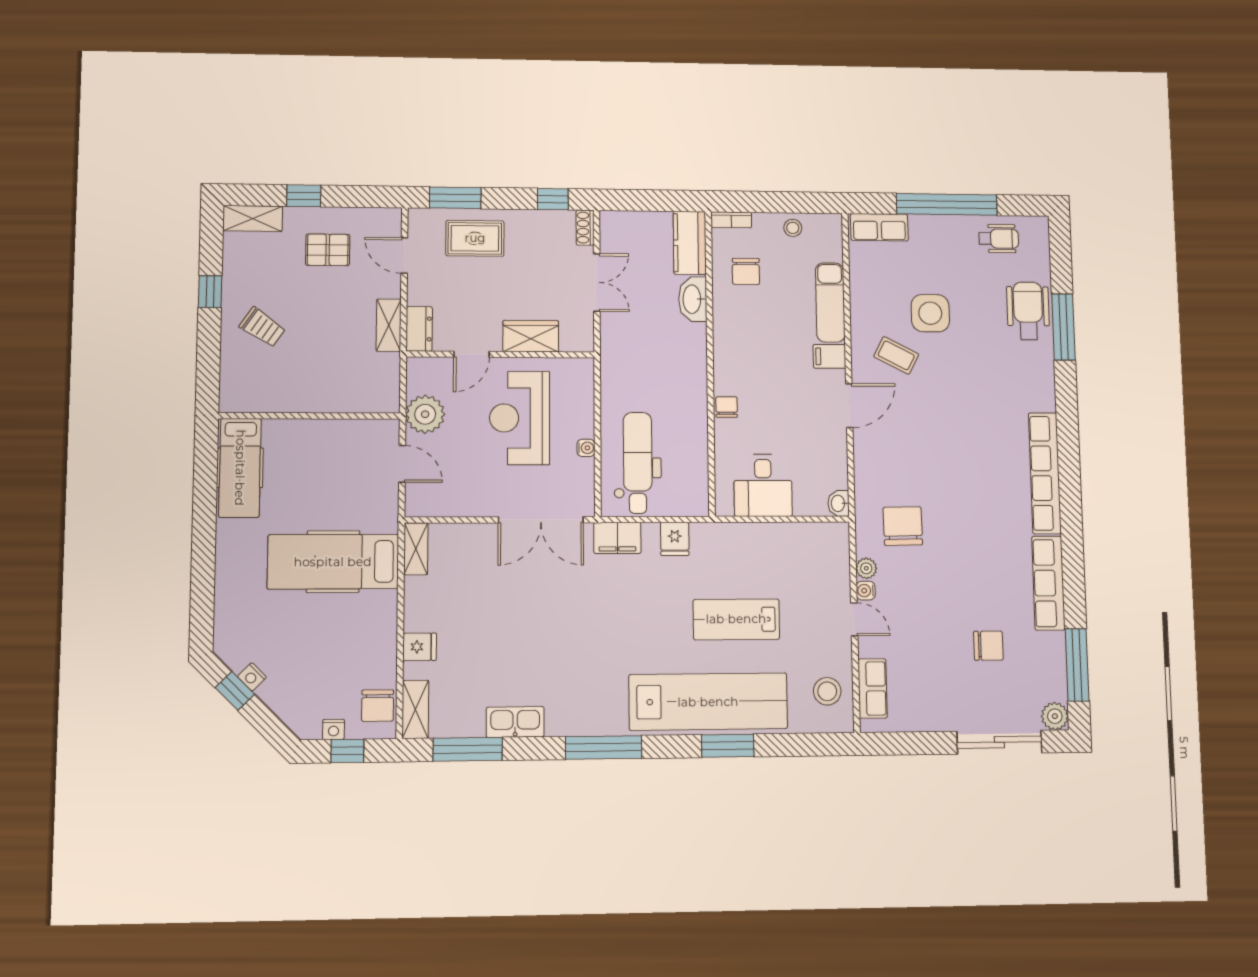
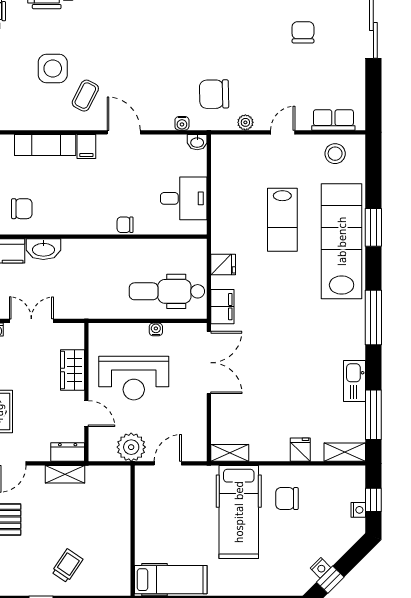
water cooler: (866, 591) -> (182, 123), moved
chair: (378, 706) -> (287, 499), moved, turned 180

